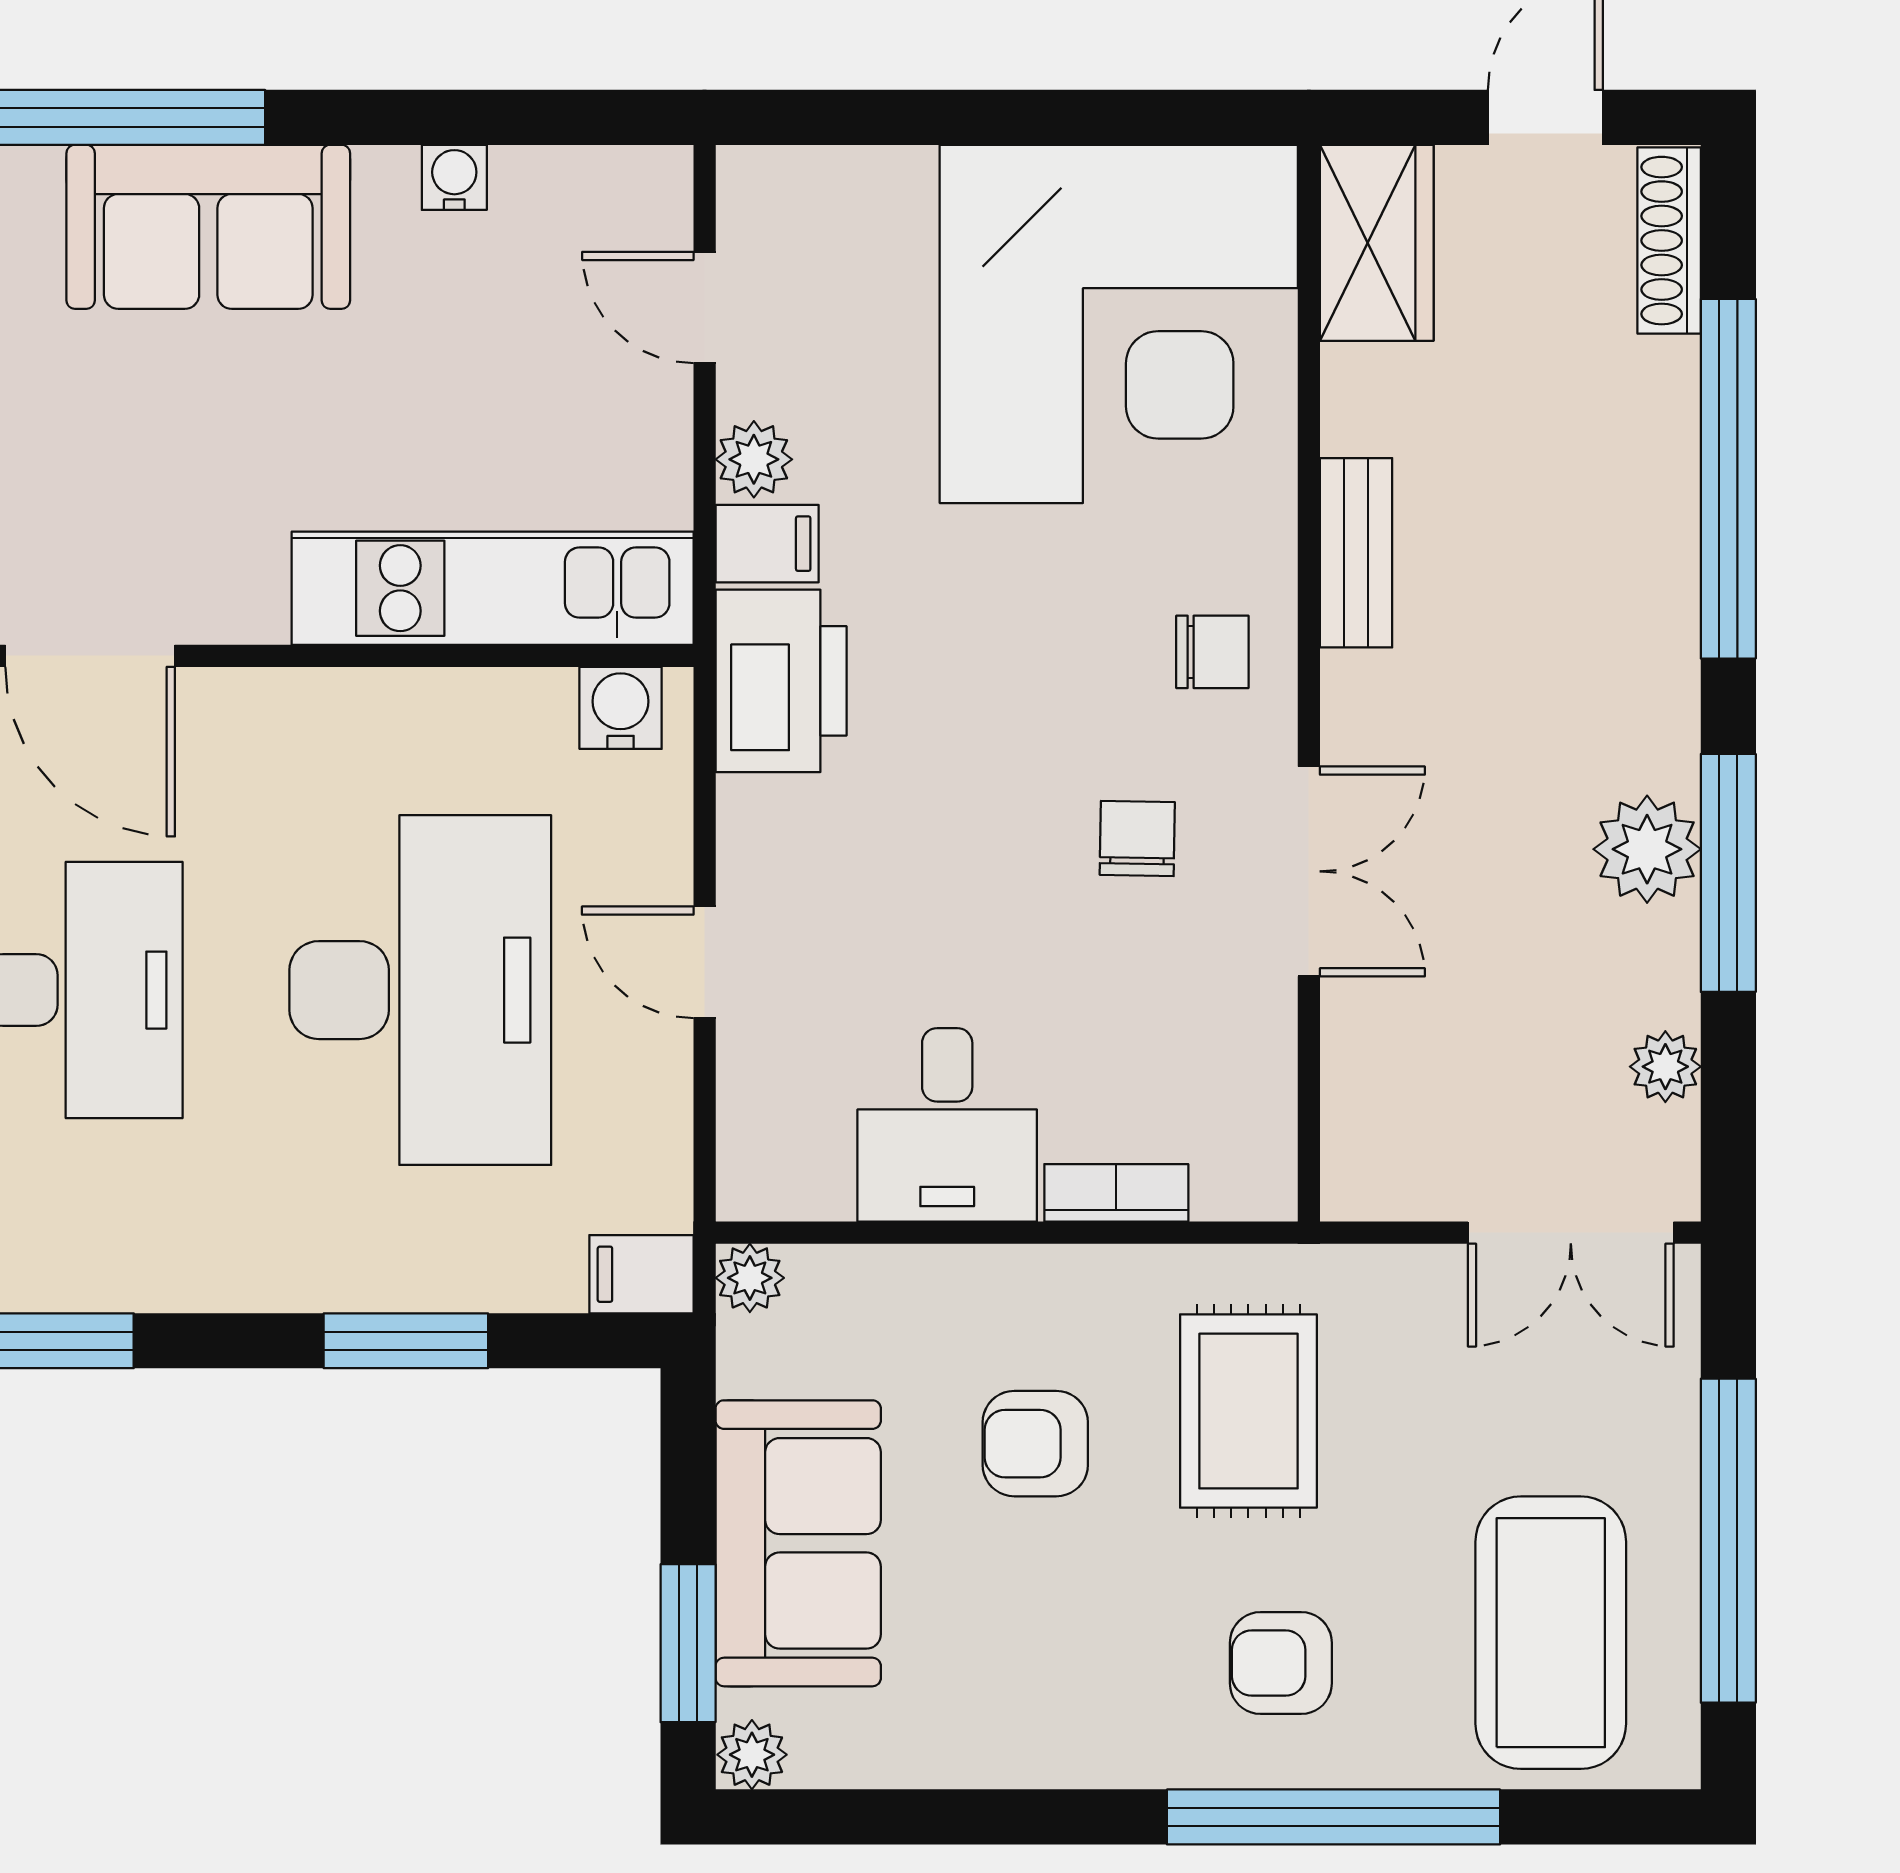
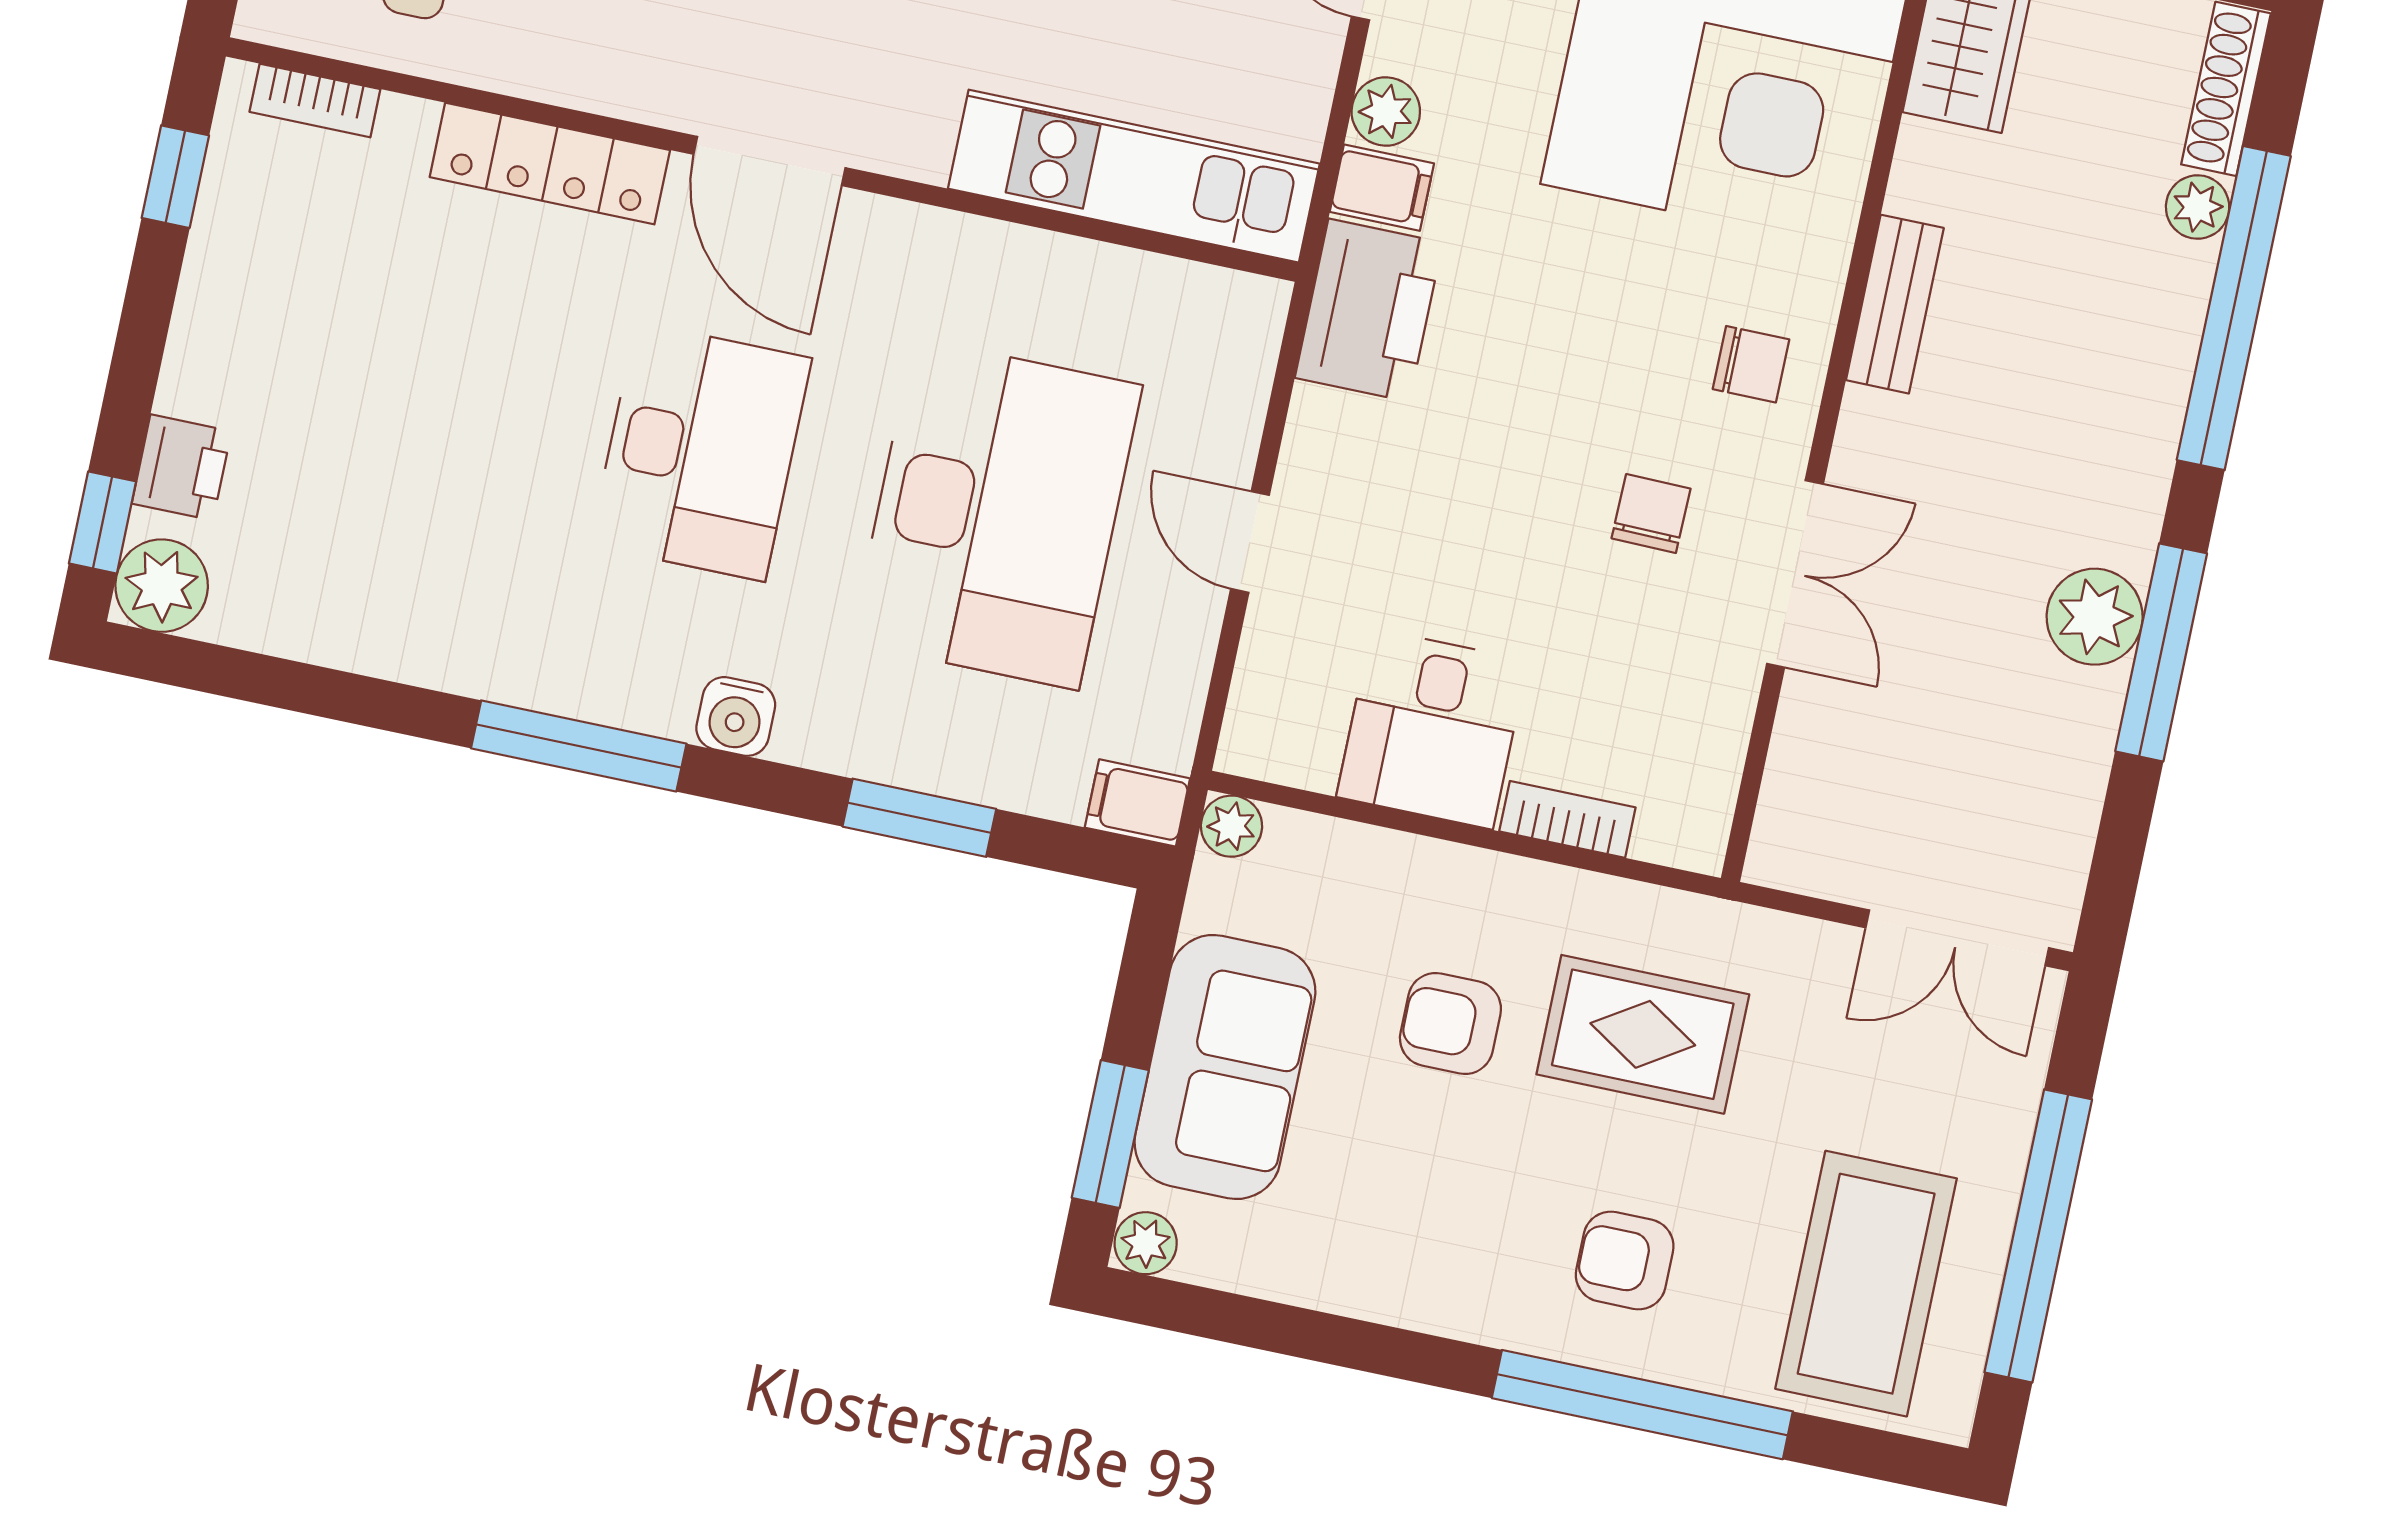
water cooler: (621, 708) -> (736, 716), moved, turned 180
plant: (1665, 1067) -> (2198, 207), moved
rug: (1248, 1411) -> (1643, 1034), turned 90

